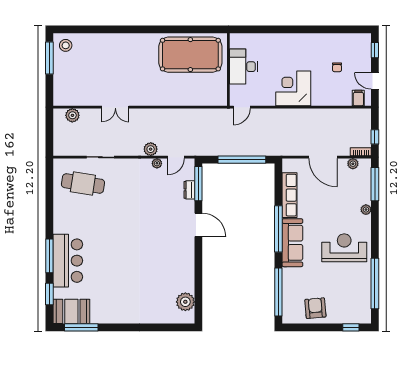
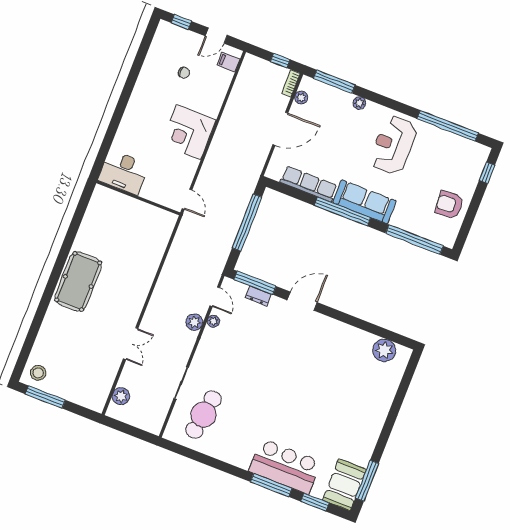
pool table: (190, 55) -> (78, 281), moved, width x0.73, depth x0.76
desk: (243, 67) -> (124, 172), moved

